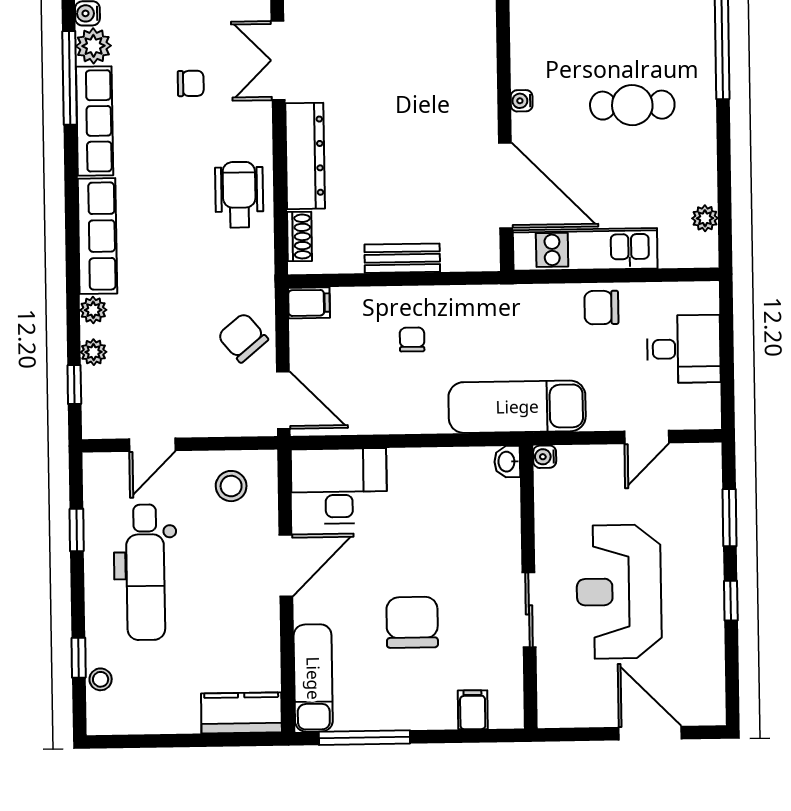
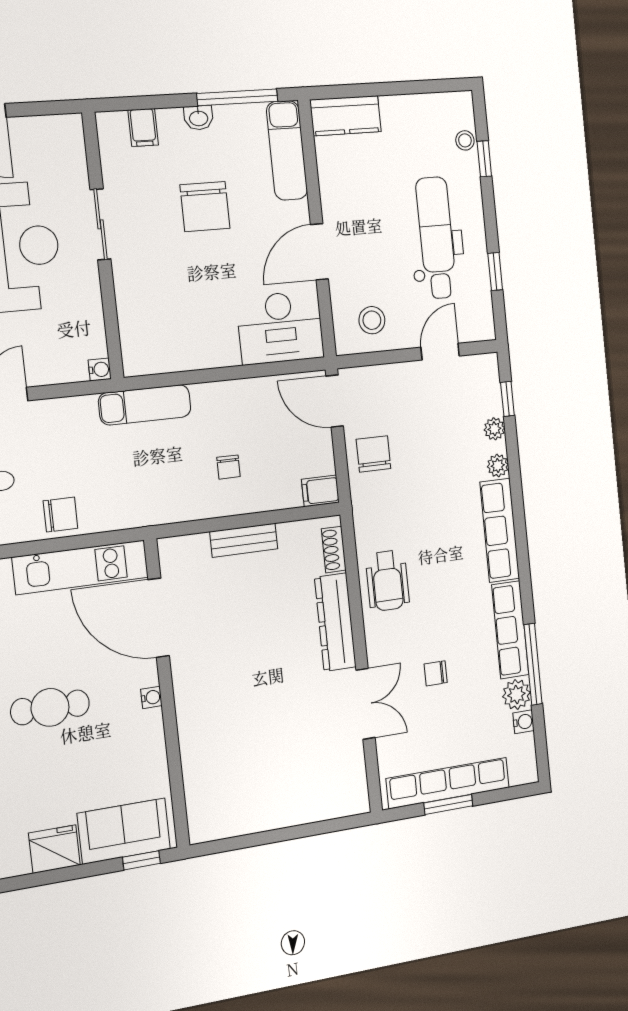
chair: (243, 338) -> (374, 454), turned -140
exam couch: (517, 407) -> (145, 405), width x0.73, depth x0.69
washbasin: (507, 462) -> (199, 118), moved, turned 90

